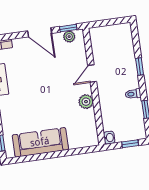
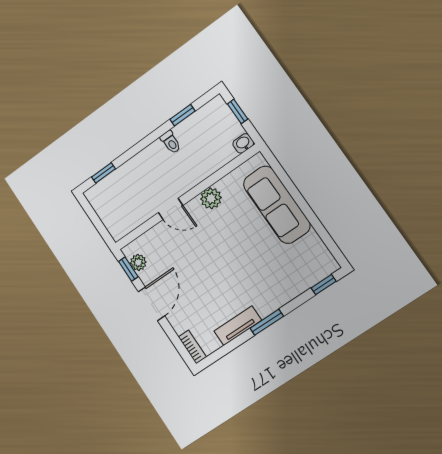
window: (140, 66) -> (103, 173), moved
sofa: (40, 142) -> (277, 205), moved

